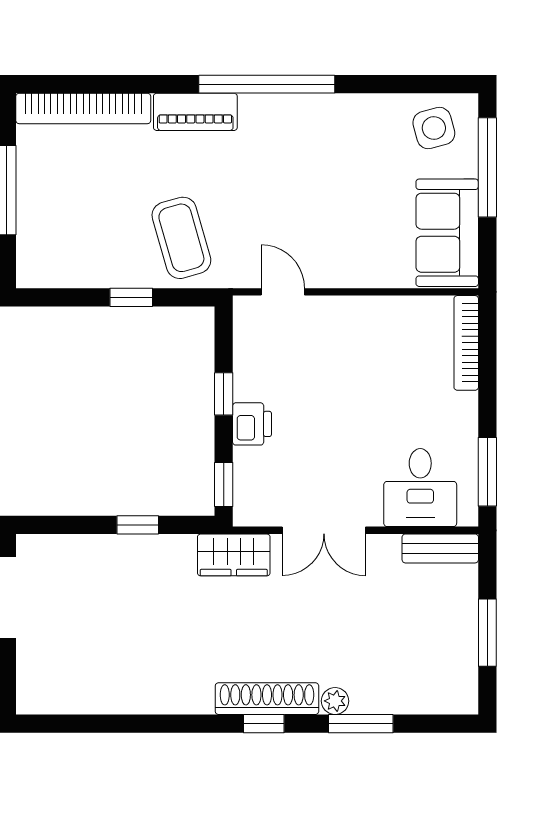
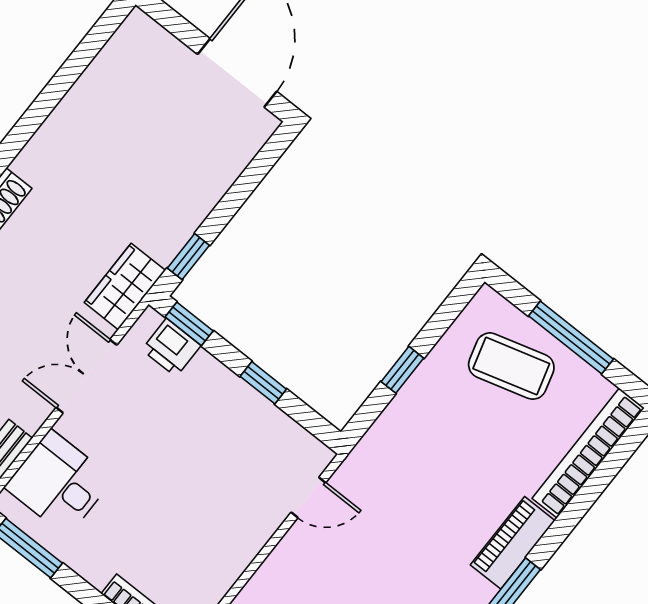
coffee table: (181, 238) -> (511, 366), moved
printer: (252, 424) -> (171, 348), moved
window: (138, 525) -> (188, 257), moved

